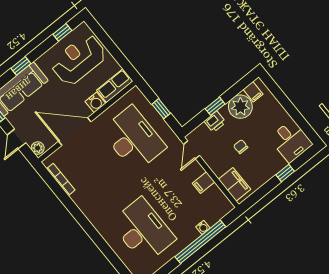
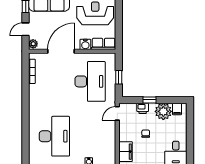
door: (75, 131) -> (61, 51), hinge flipped
filing cabinet: (204, 183) -> (109, 137), removed

